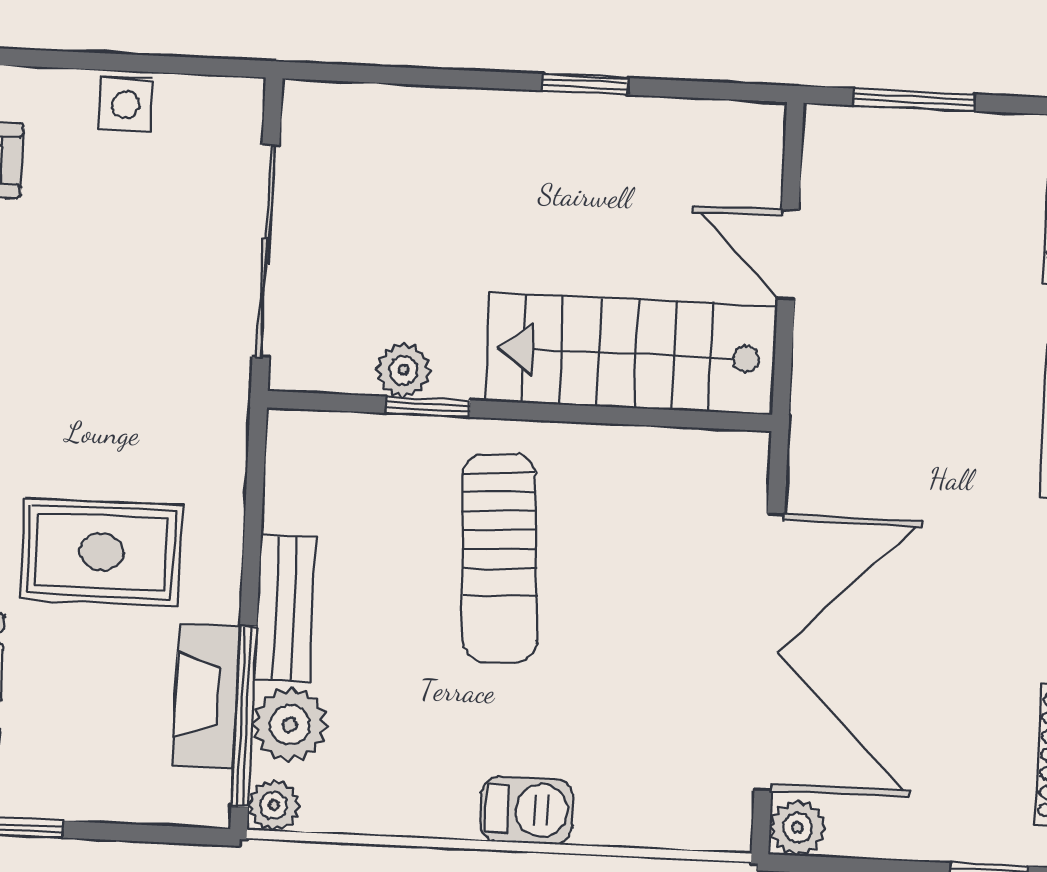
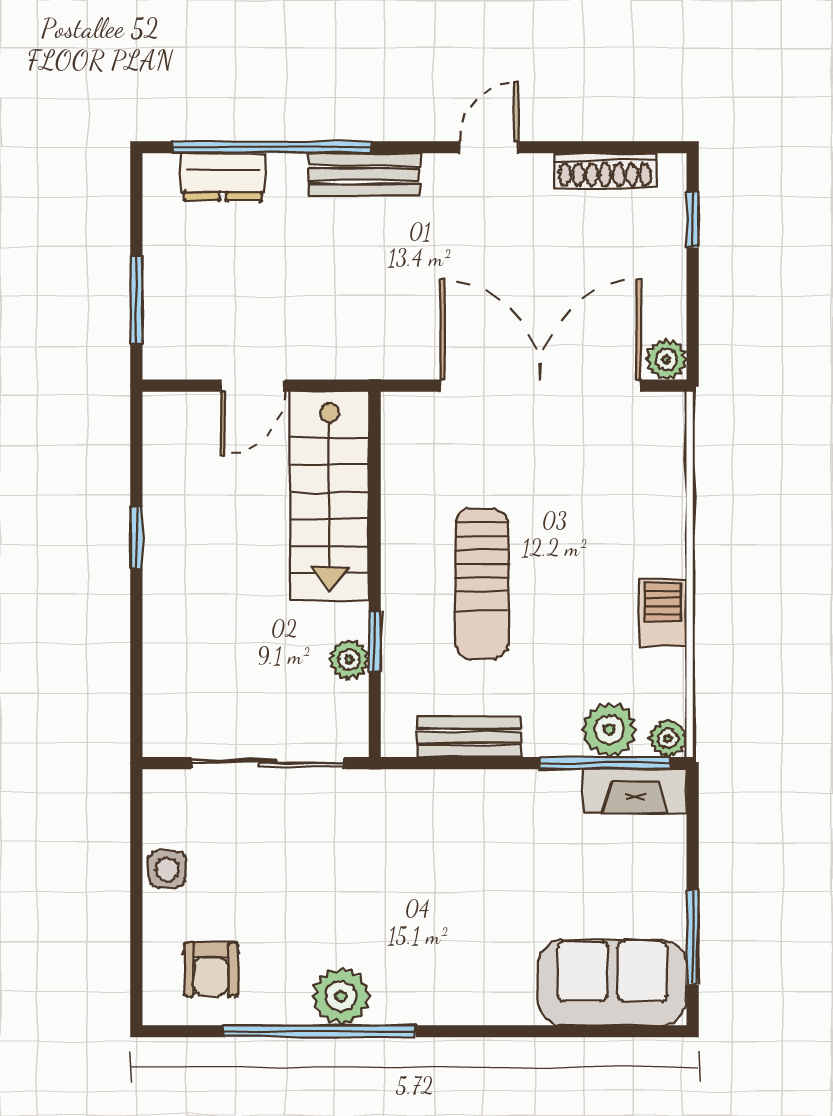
rug: (101, 552) -> (491, 872), removed
sun lounger: (499, 558) -> (482, 584), turned 93
bench: (285, 609) -> (469, 737), moved
fireplace: (206, 696) -> (635, 791), moved
barbecue: (527, 810) -> (663, 613), moved

